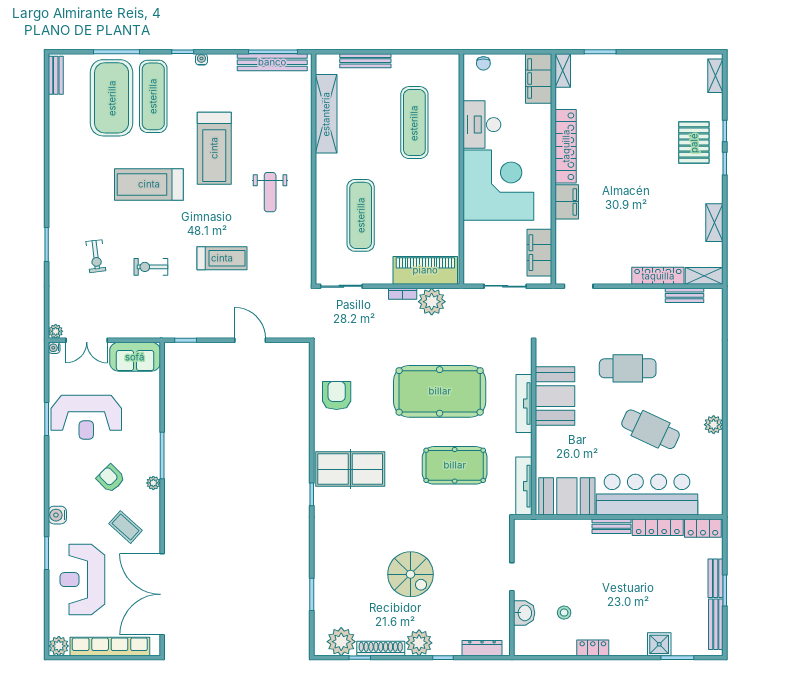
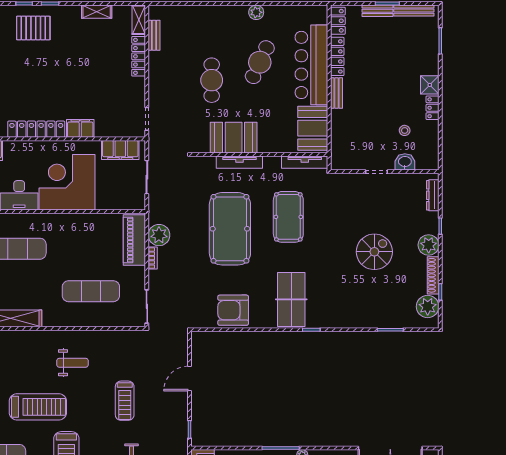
treadmill: (222, 258) -> (125, 401), turned 180
armchair: (337, 395) -> (233, 310), width x1.36, depth x1.36
shower: (659, 644) -> (430, 85), moved

